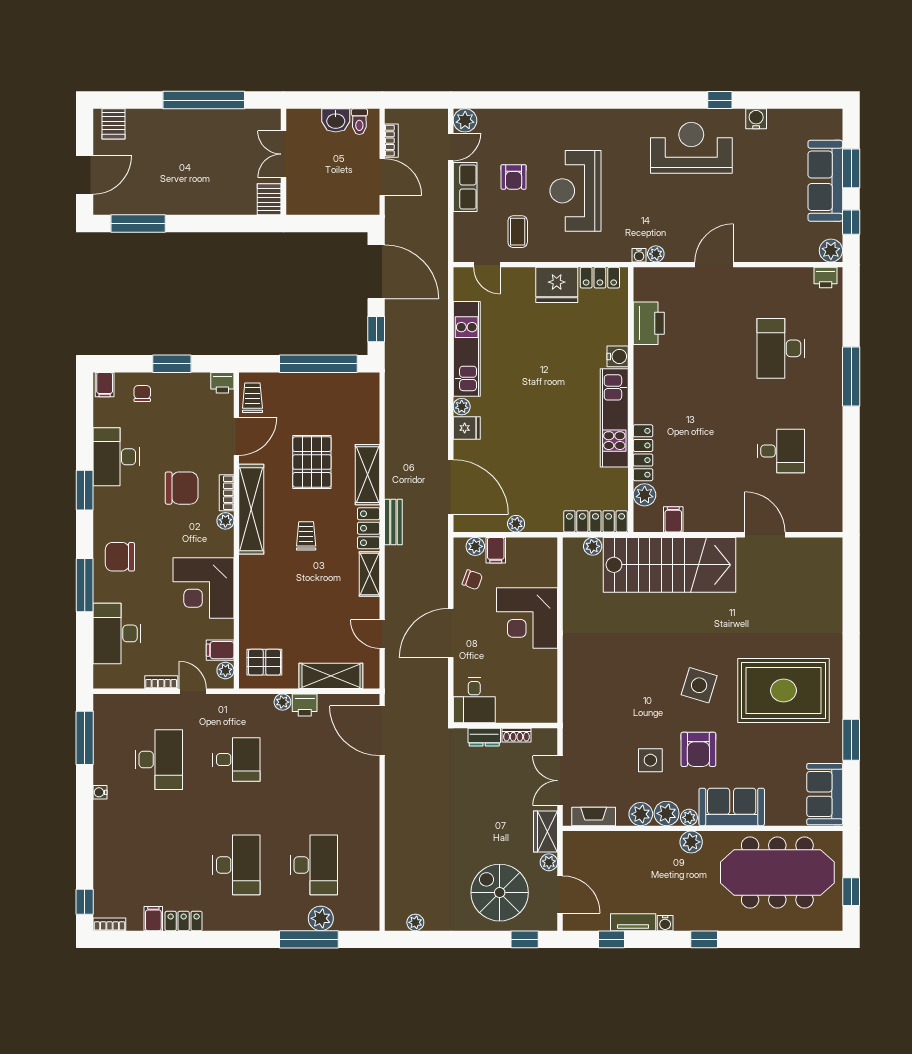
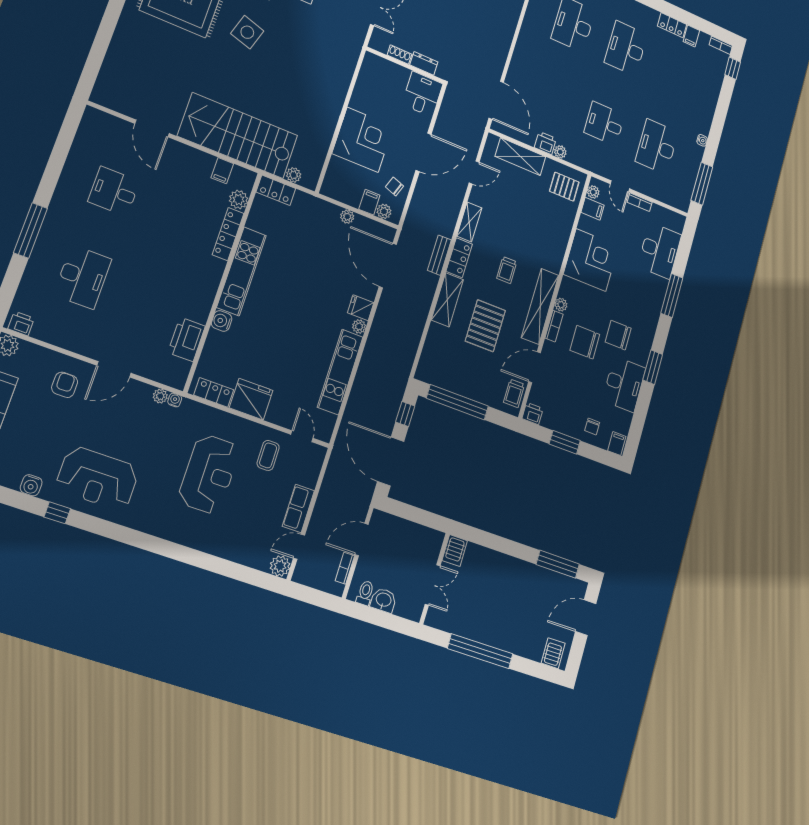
door: (382, 177) -> (362, 539), hinge flipped
armchair: (514, 177) -> (65, 385), moved
locker: (595, 521) -> (276, 190), width x0.66
chair: (120, 557) -> (618, 335), moved, turned 180
door: (382, 634) -> (474, 172), hinge flipped

